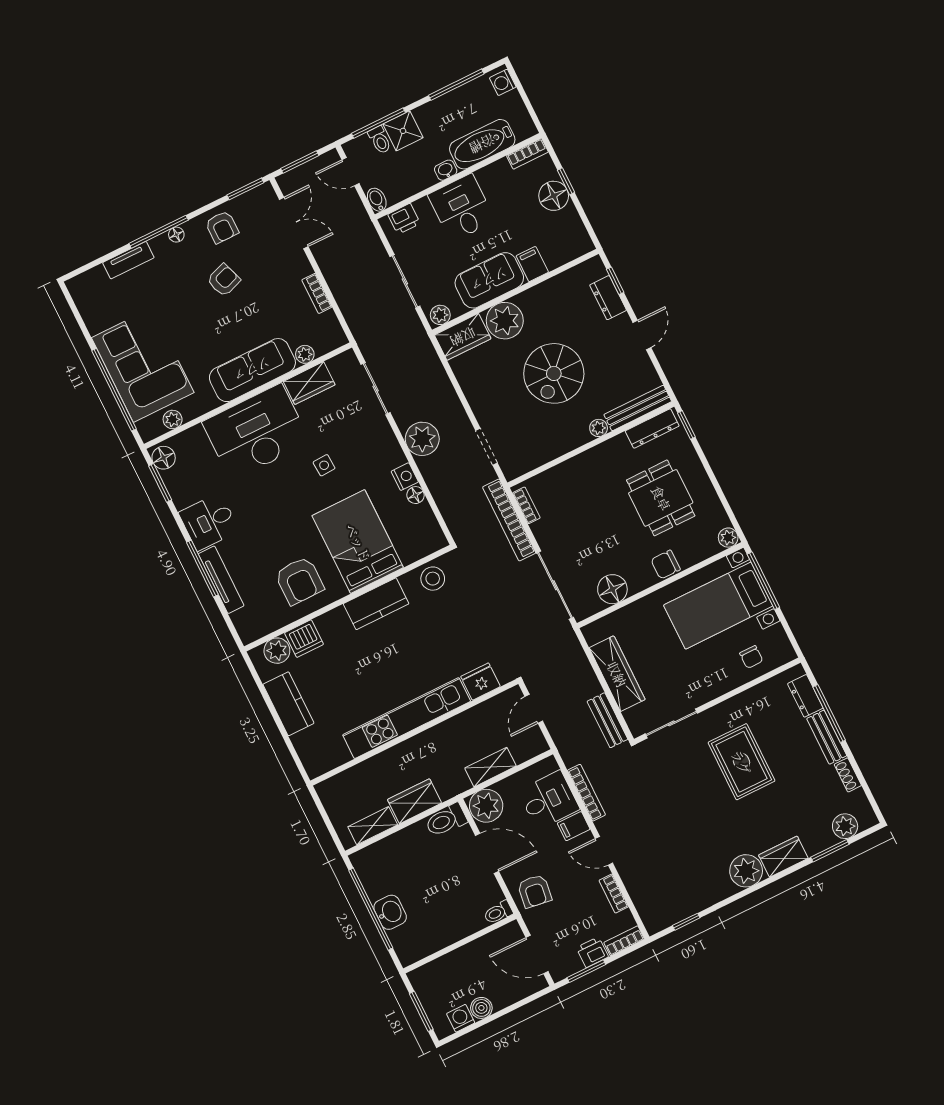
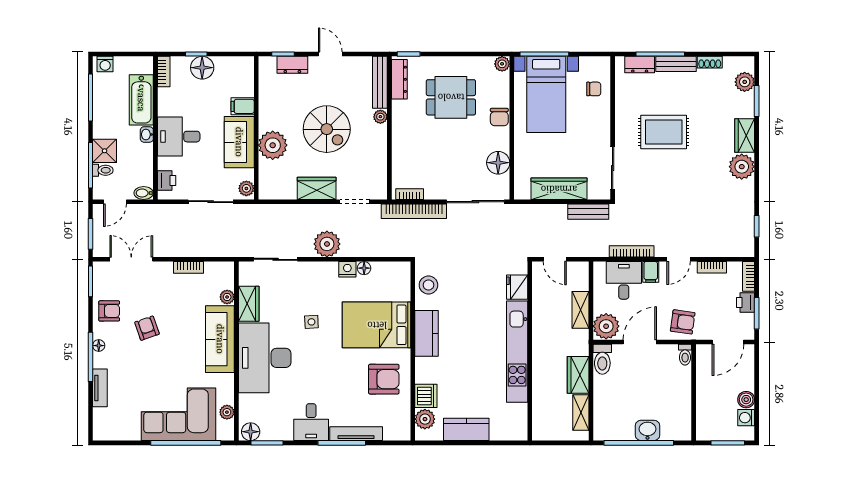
wardrobe: (463, 337) -> (317, 188), moved, turned -90

